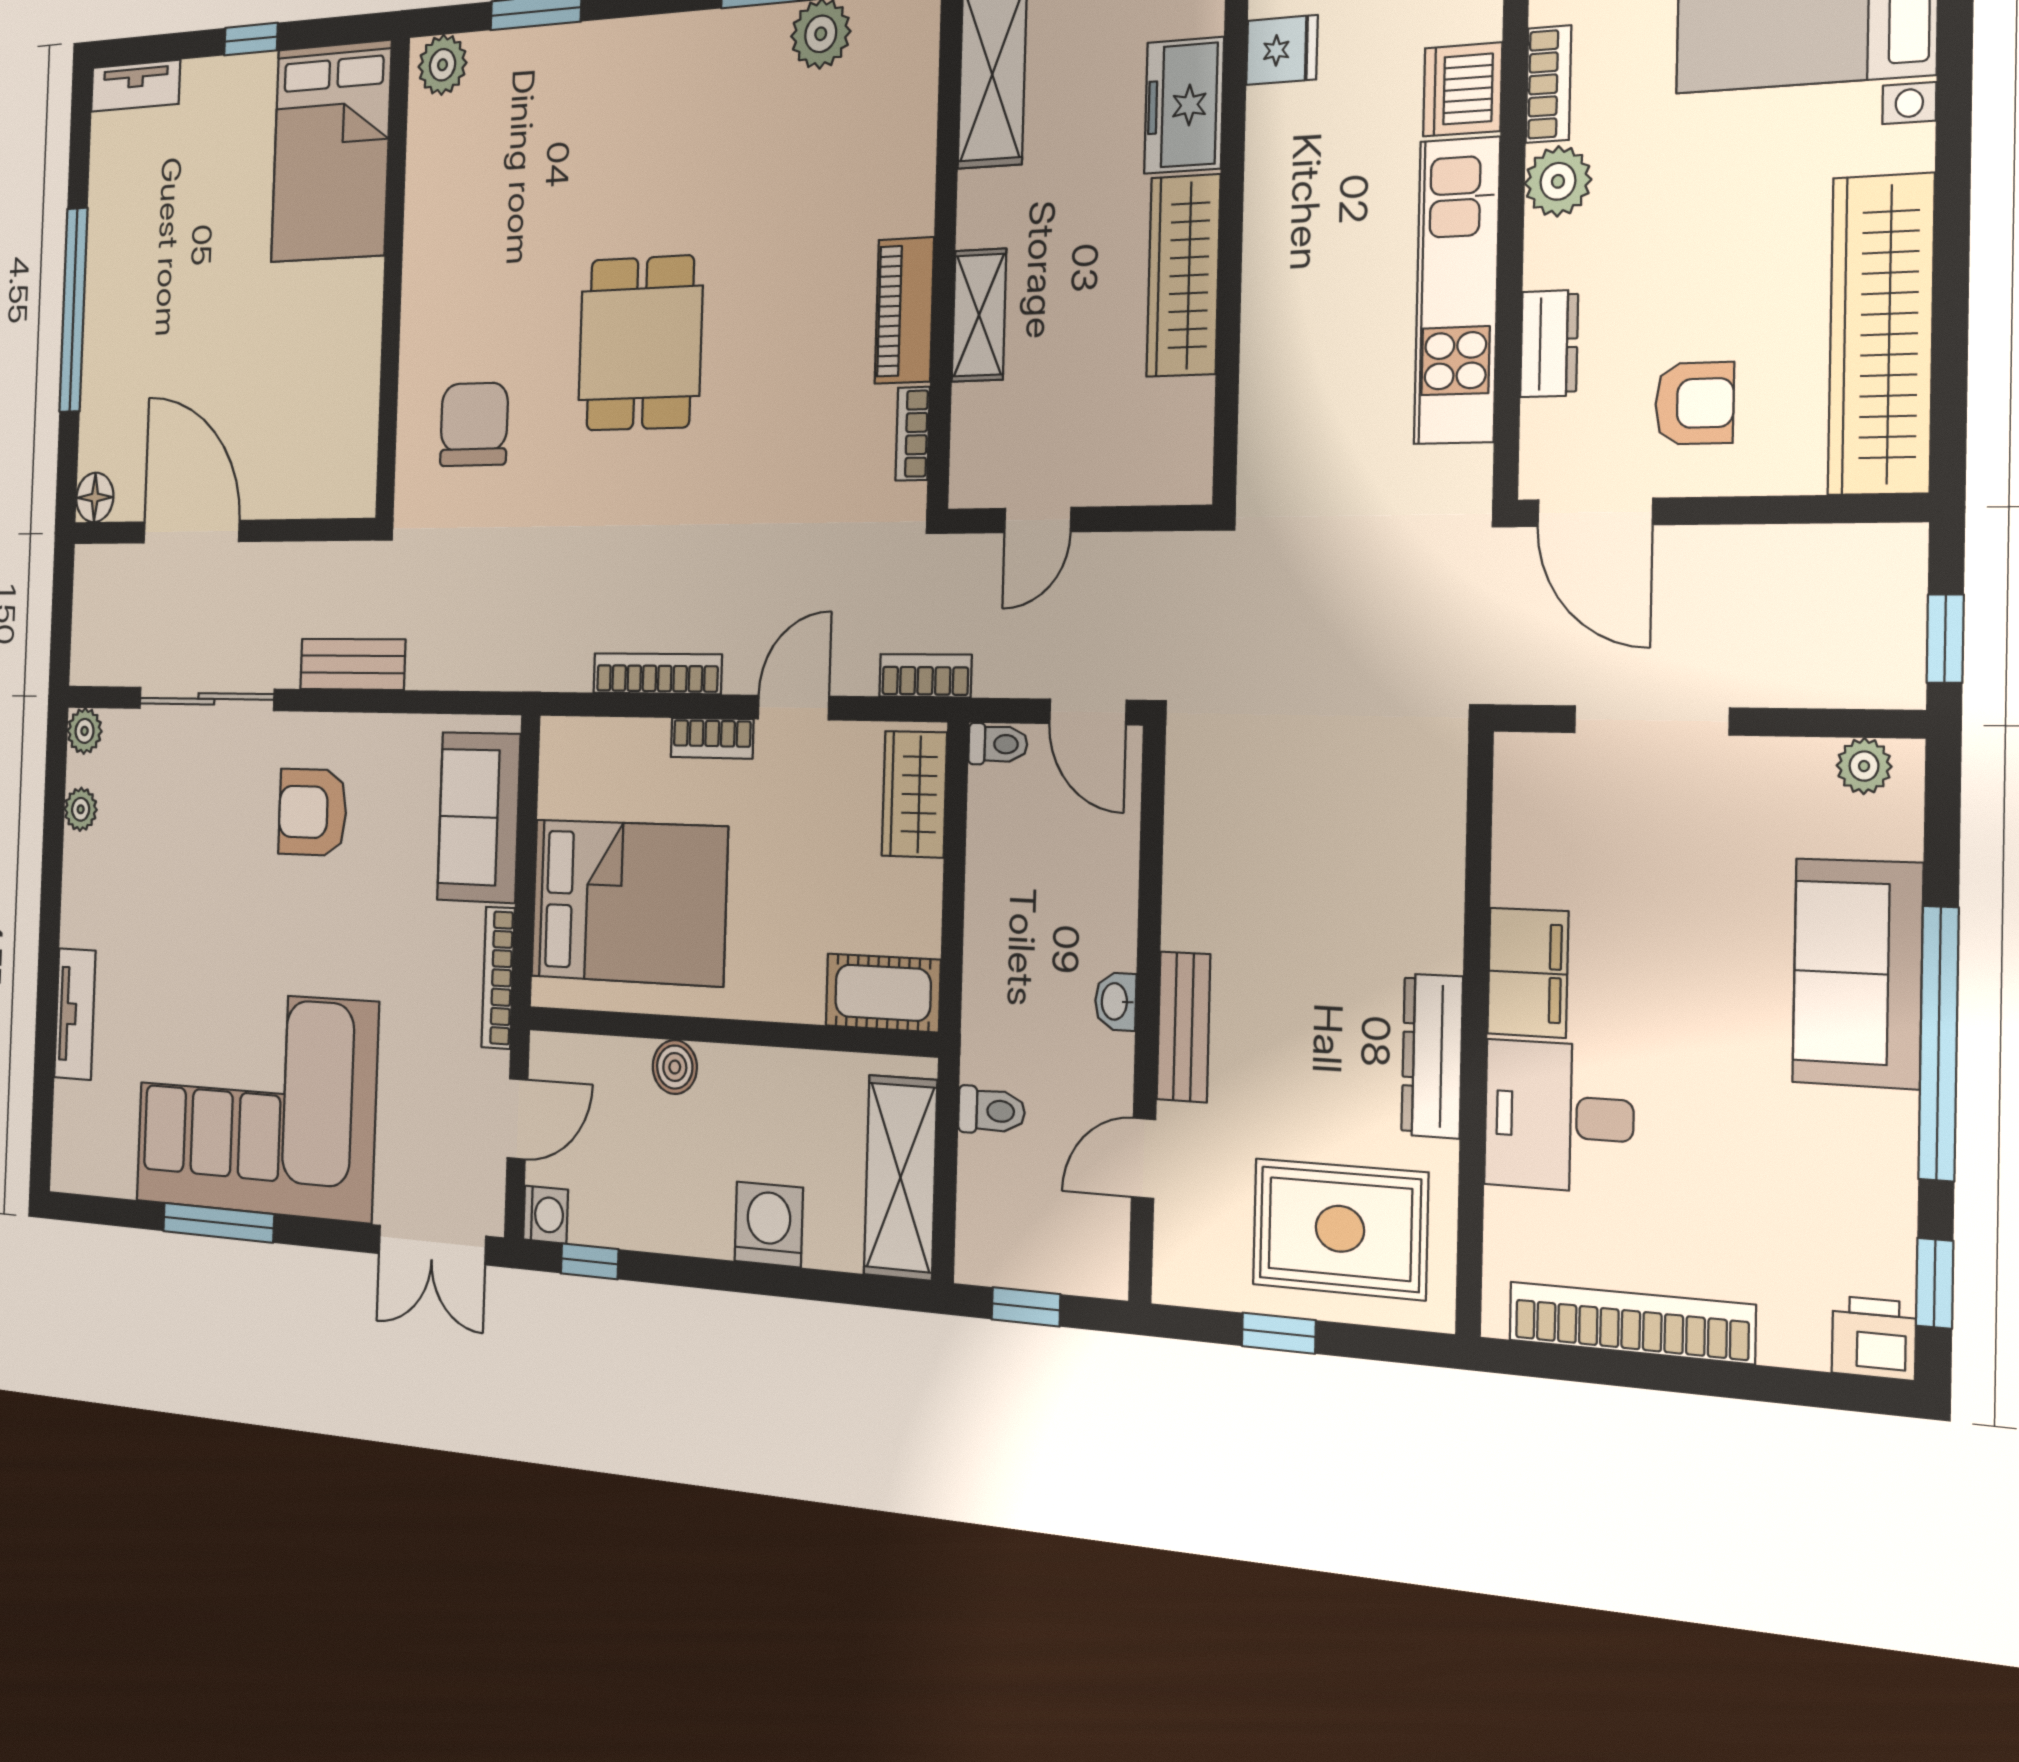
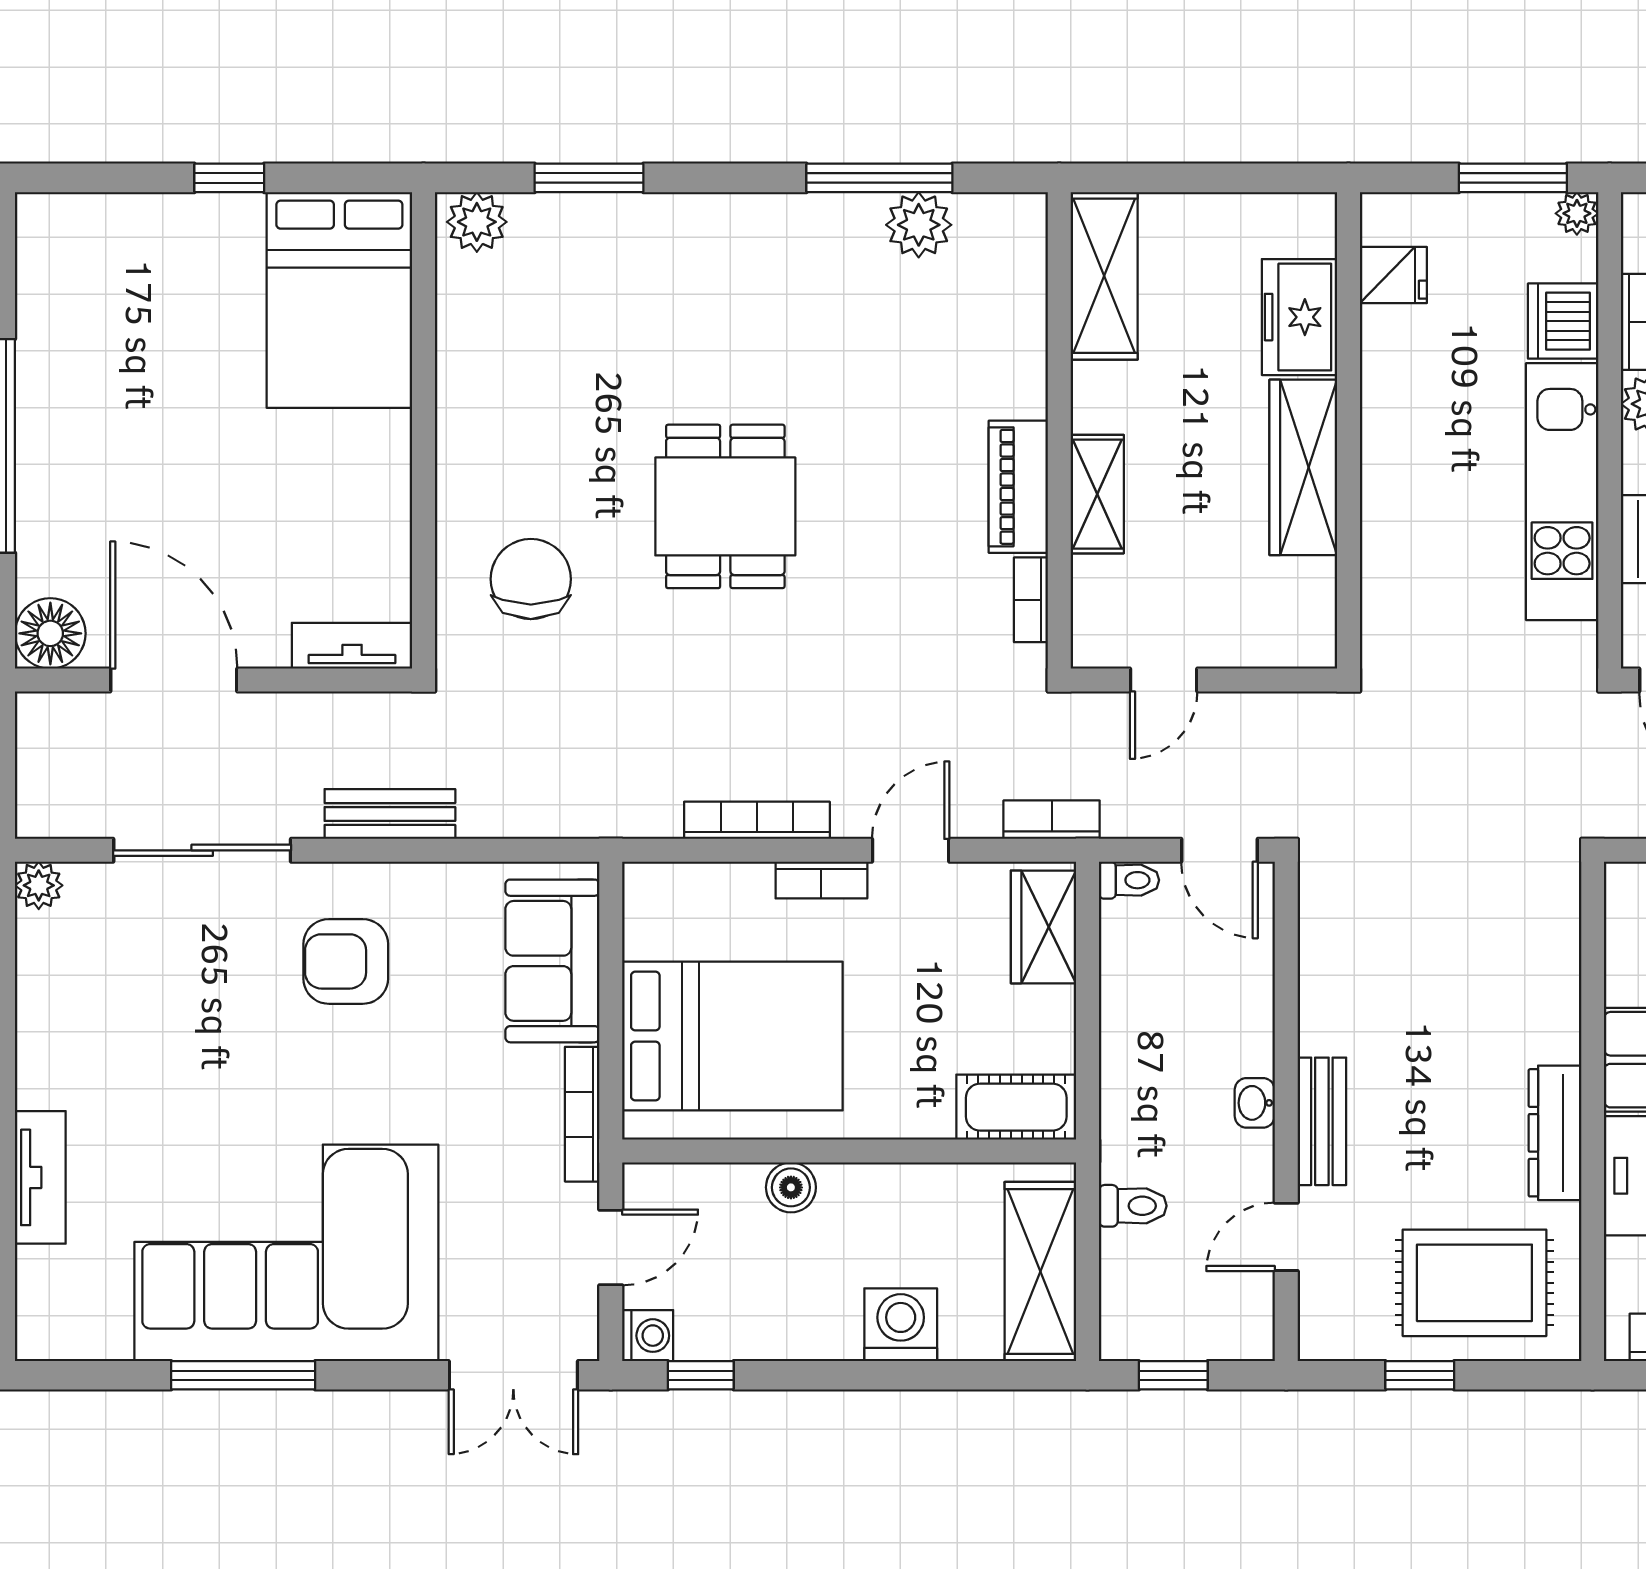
tv unit: (135, 86) -> (352, 646), moved, turned 180
floor lamp: (95, 497) -> (50, 633), width x1.38, depth x1.38
plant: (81, 809) -> (37, 966), removed

